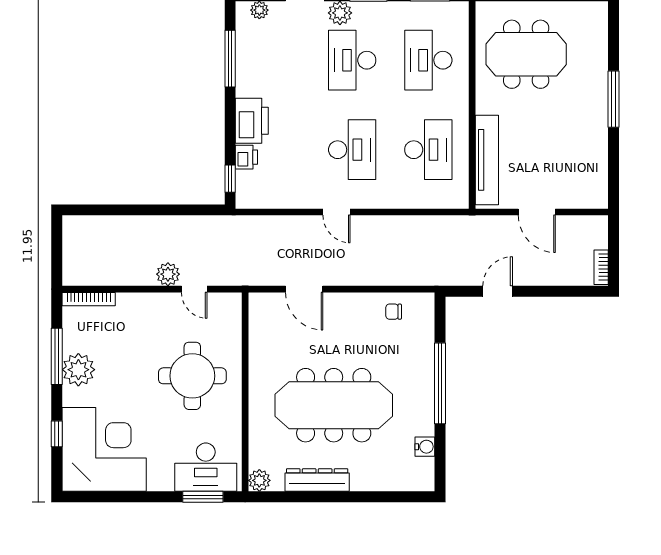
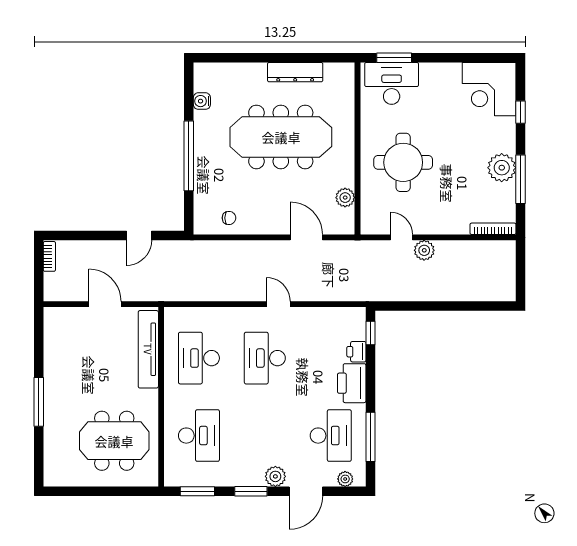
desk: (352, 60) -> (331, 436), moved
corner desk: (104, 449) -> (489, 89), width x0.74, depth x0.74
plant: (259, 480) -> (345, 198), moved

